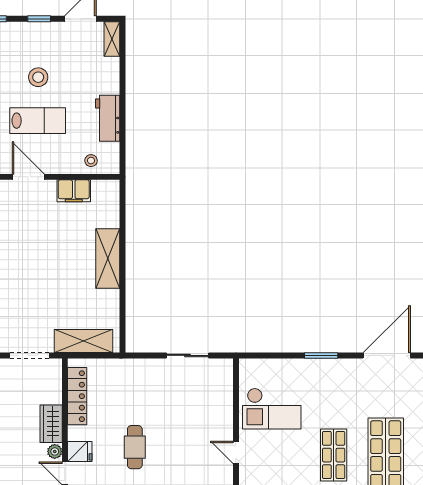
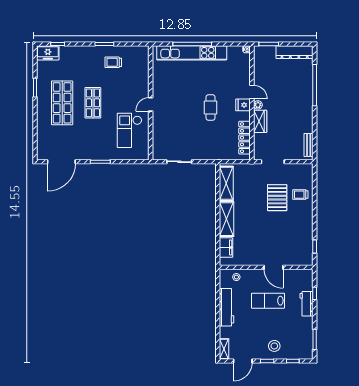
stool: (38, 77) -> (274, 346), moved
workbench: (108, 118) -> (227, 307), width x1.38
filing cabinet: (74, 191) -> (226, 247), moved, turned 90
pallet: (22, 295) -> (277, 198), added
shelving: (83, 341) -> (226, 183), moved, turned 90
checkout: (272, 409) -> (129, 130), turned -90
door: (236, 452) -> (151, 104), swing flipped

